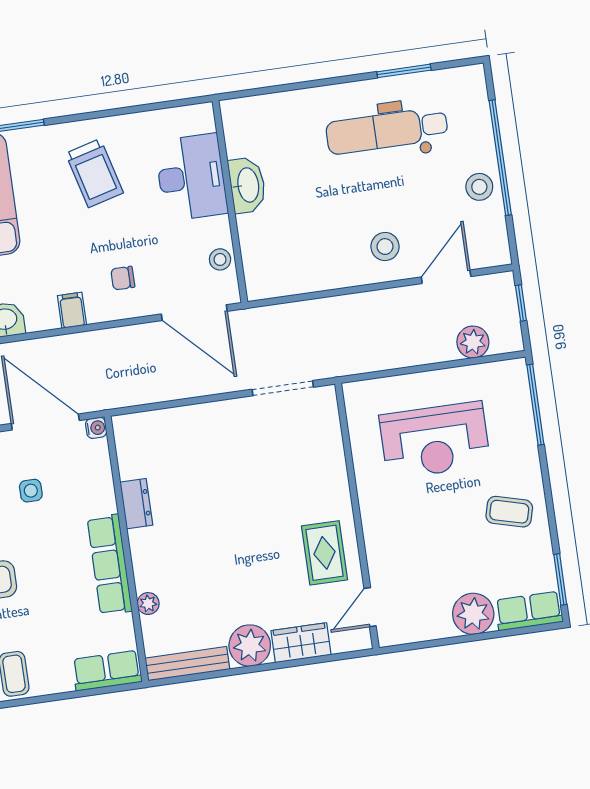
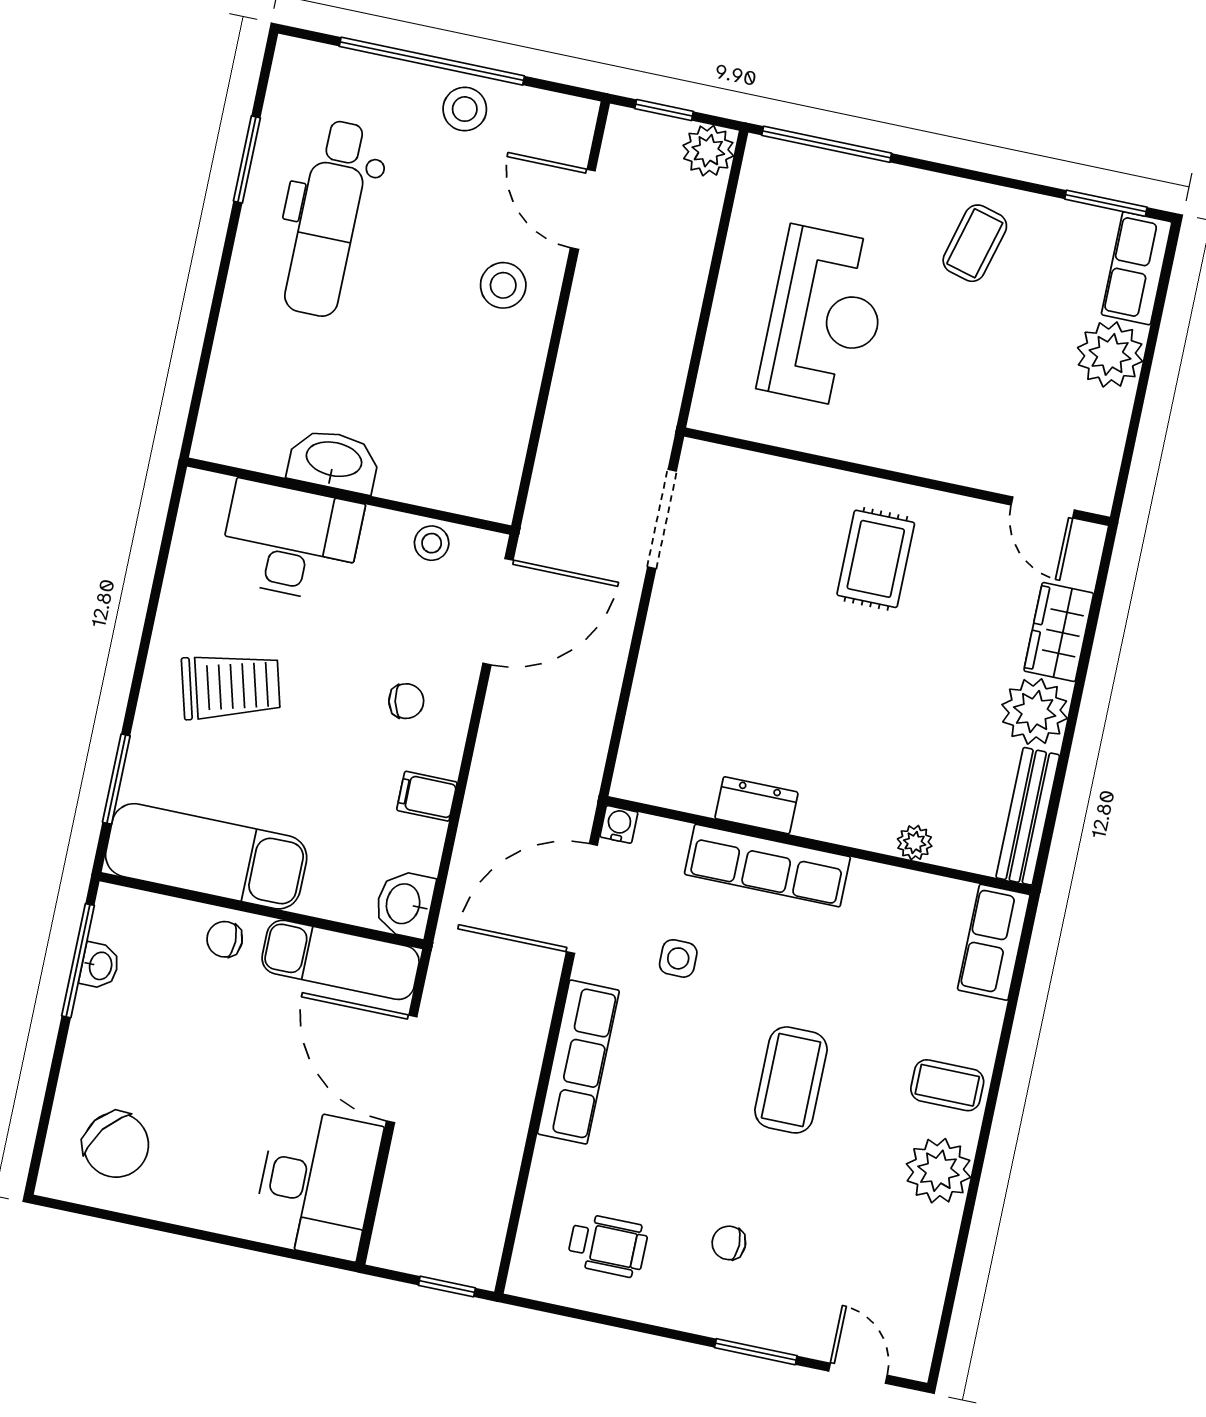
chair: (123, 278) -> (406, 701), turned -103
plant: (473, 342) -> (708, 151), moved
rug: (325, 553) -> (876, 559), moved, turned 90
row of seats: (110, 565) -> (767, 866), moved

